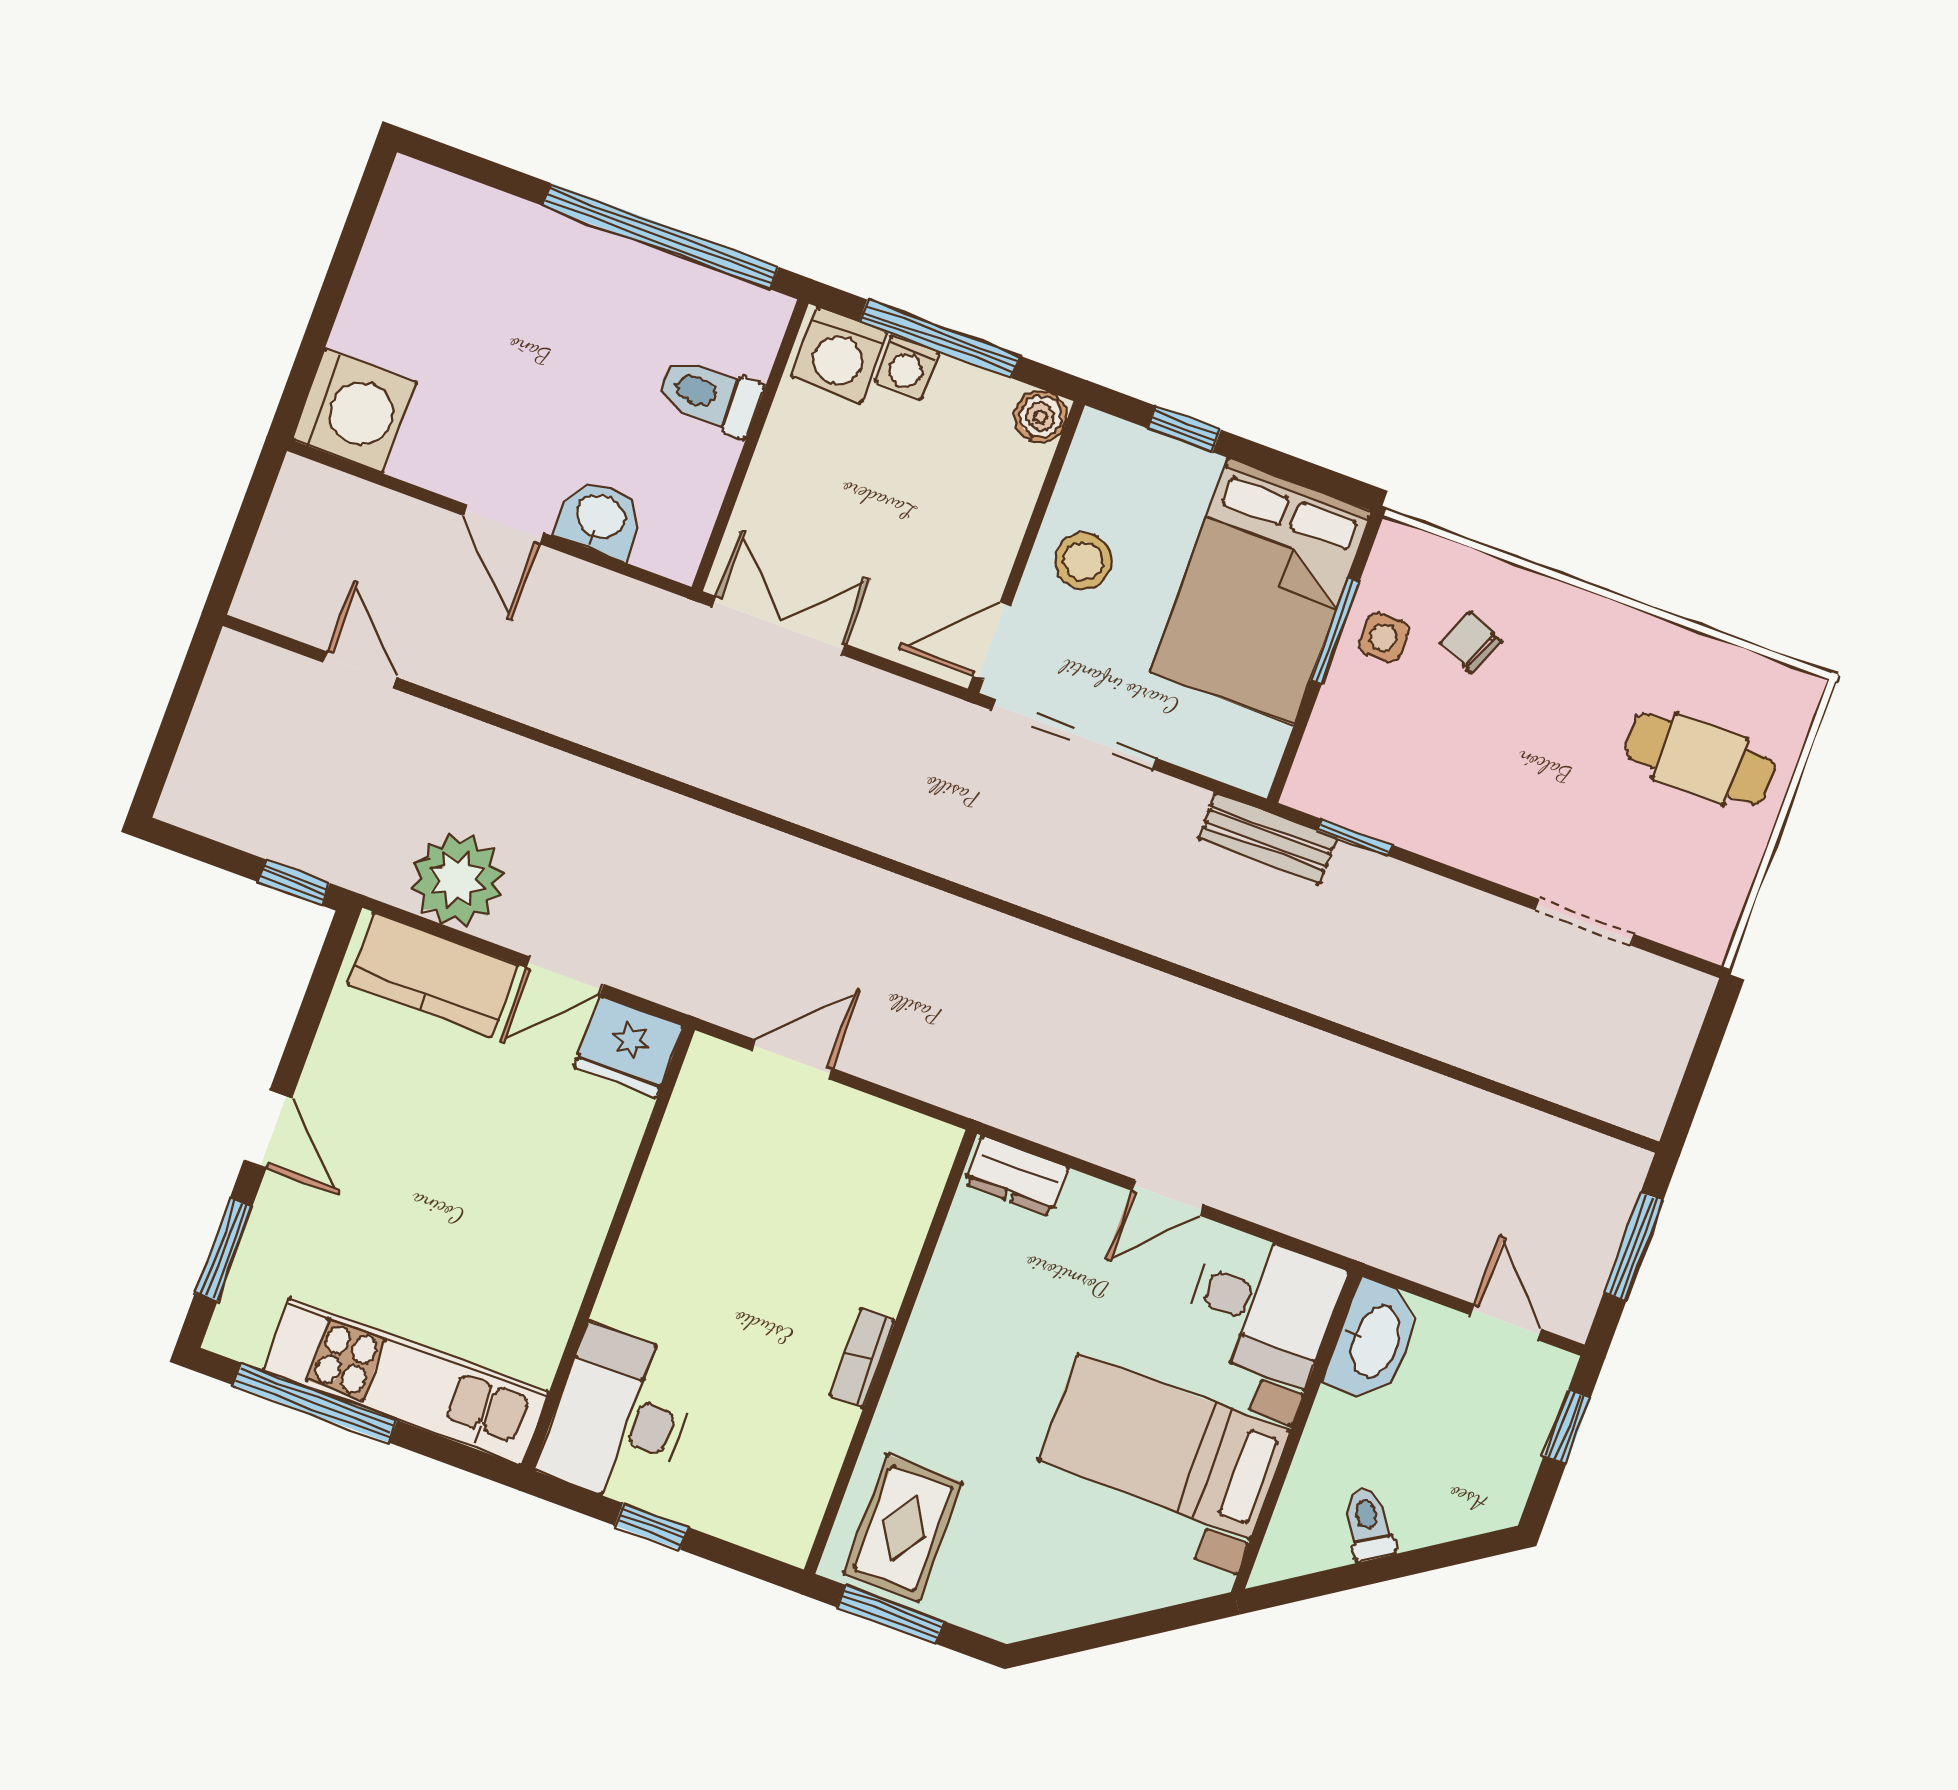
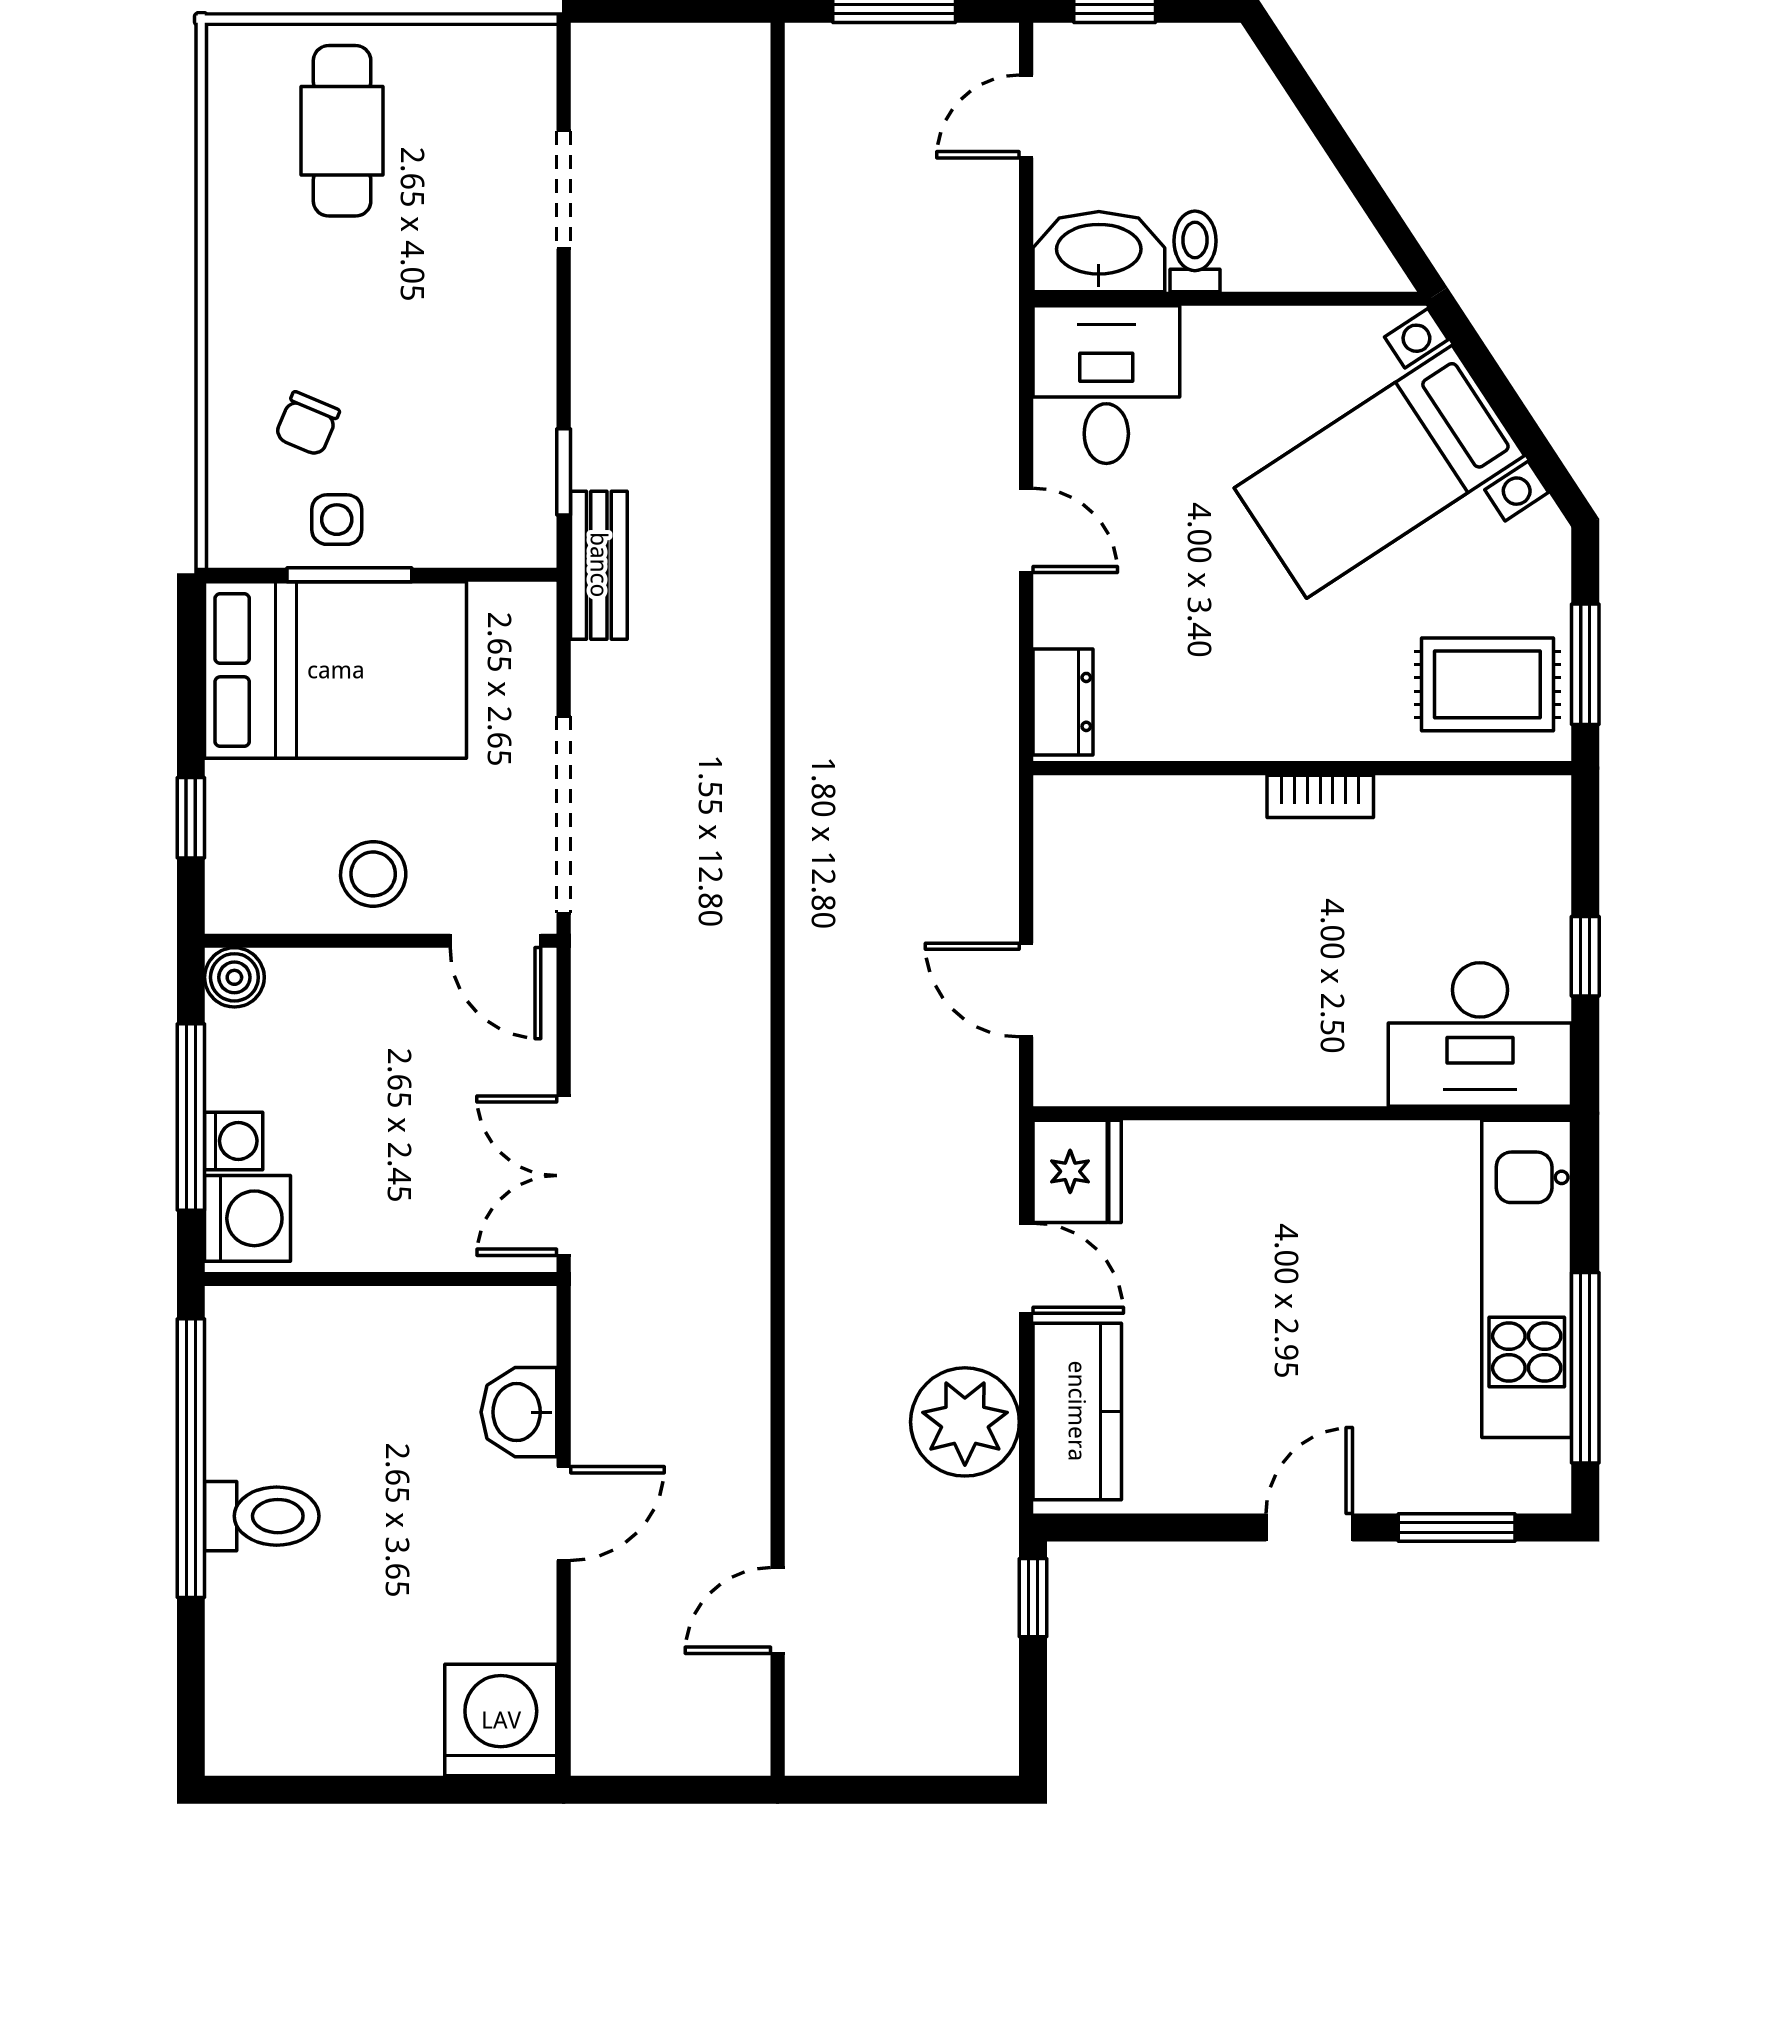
toilet: (709, 395) -> (262, 1516), moved, turned -90
bed with nightstands: (1164, 1446) -> (1379, 472), moved, turned 57
toilet: (1369, 1524) -> (1195, 251), moved, turned 123

